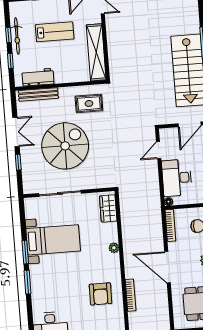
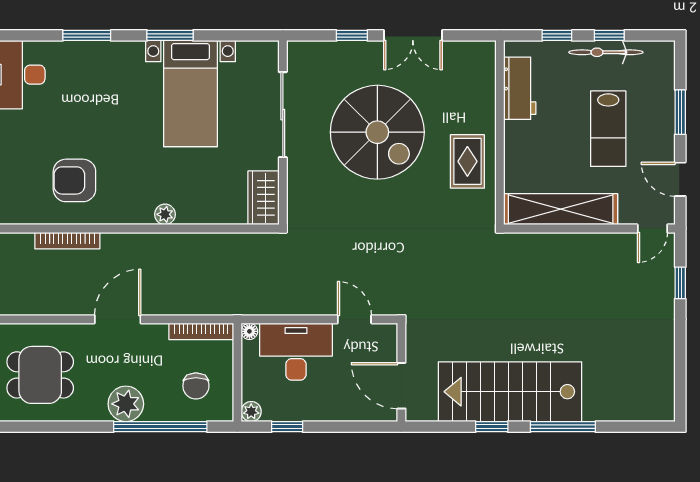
bench: (38, 94) -> (485, 86), removed
rug: (89, 103) -> (467, 161), moved
wardrobe: (108, 208) -> (263, 198), moved, turned -90
door: (168, 267) -> (118, 319), width x0.73
window: (27, 282) -> (87, 35), moved

